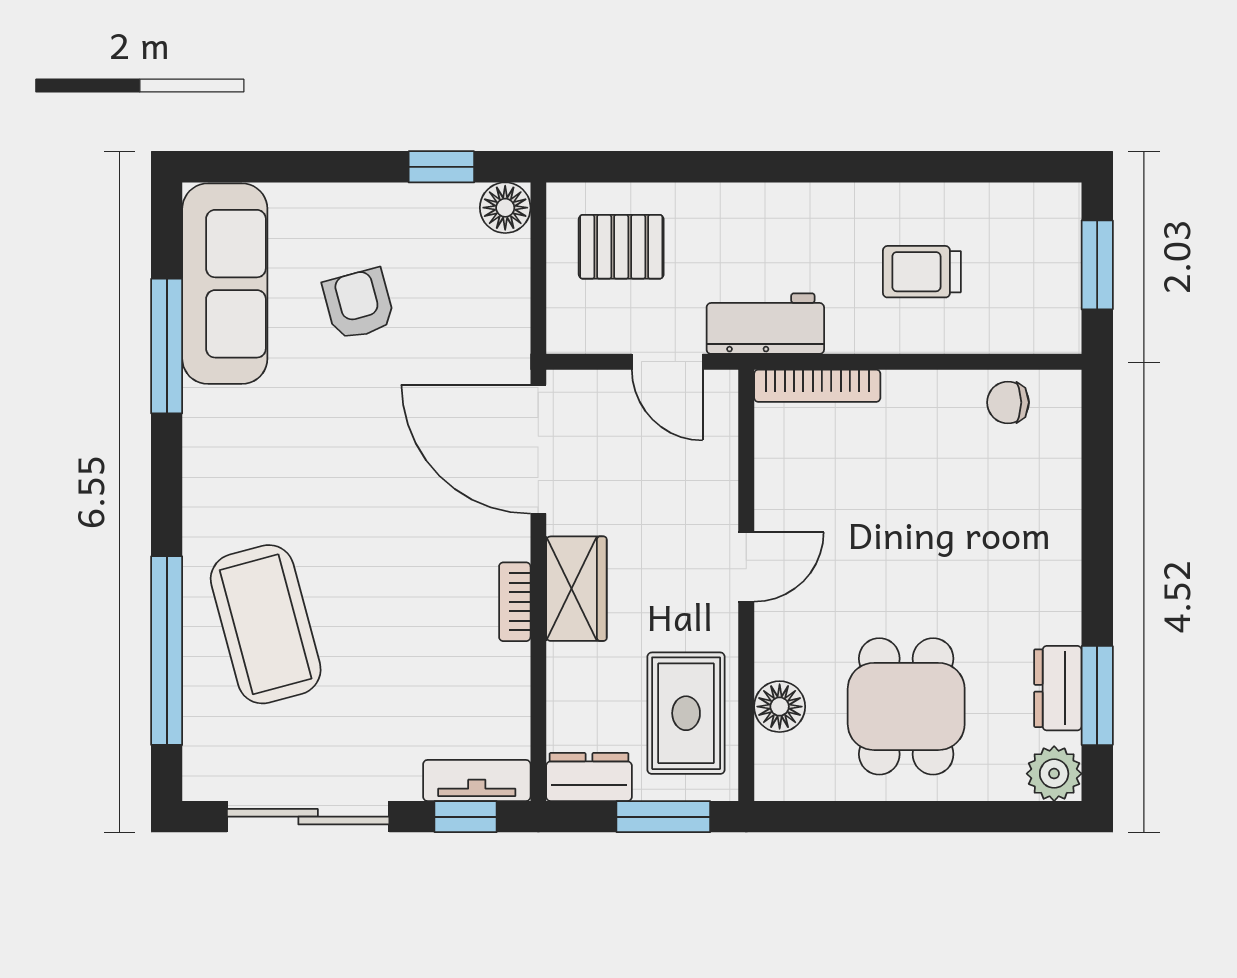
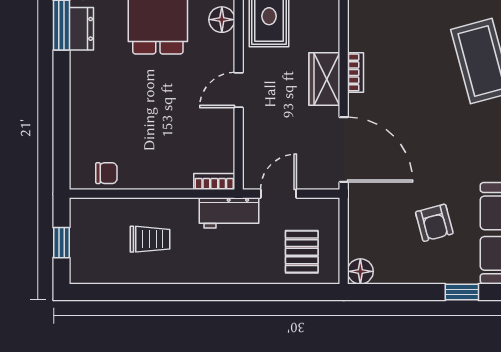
window: (441, 167) -> (462, 292), moved
pallet: (621, 247) -> (302, 252), turned 90
window: (1097, 265) -> (61, 243), width x0.67
door: (667, 362) -> (279, 194), hinge flipped
bookcase: (817, 386) -> (214, 182), width x0.64

